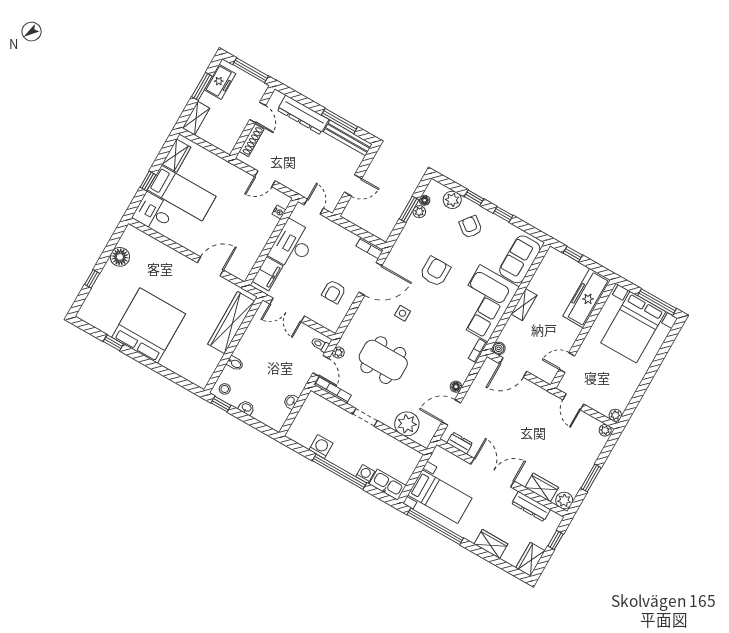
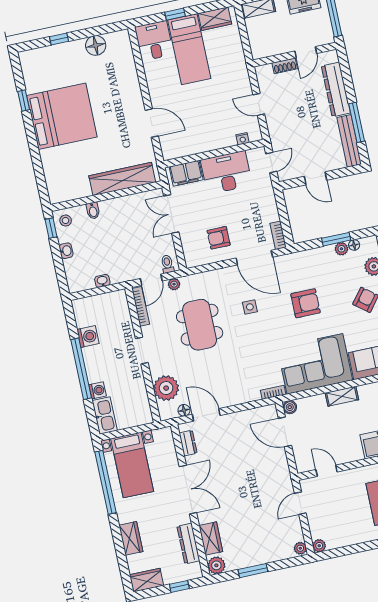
shoe rack: (252, 140) -> (285, 66), width x0.70
floor lamp: (456, 387) -> (184, 410), moved

